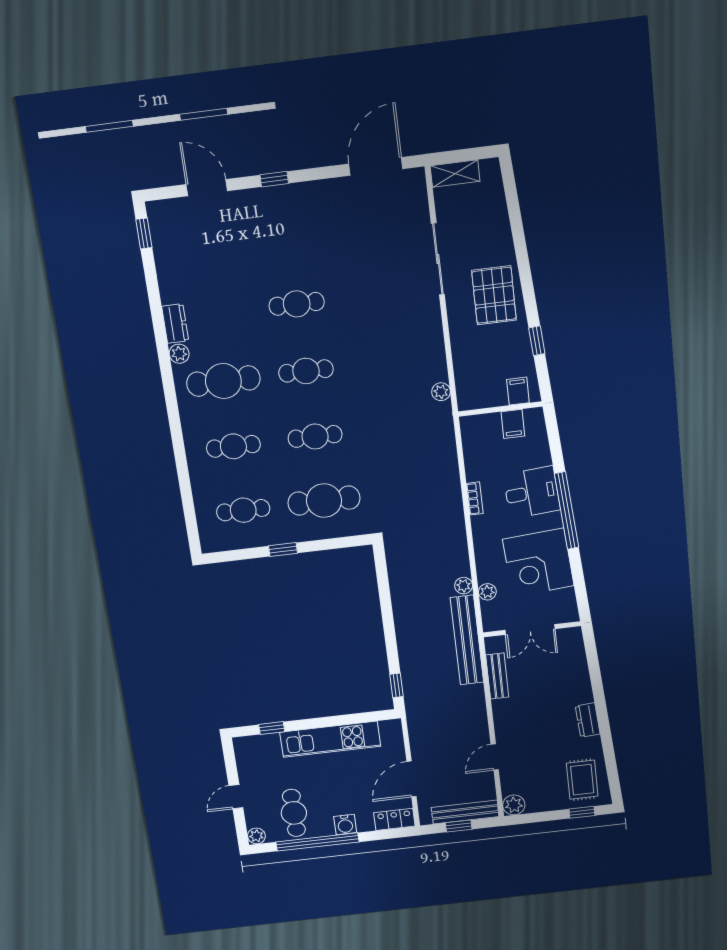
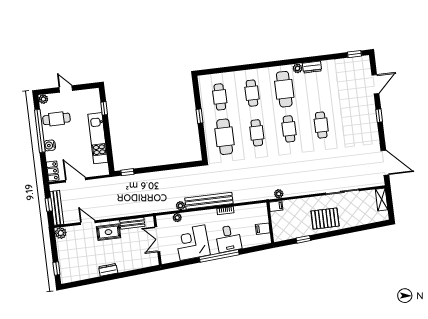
filing cabinet: (518, 391) -> (276, 206), moved
bench: (467, 640) -> (209, 201), moved
rug: (582, 780) -> (108, 232), moved

